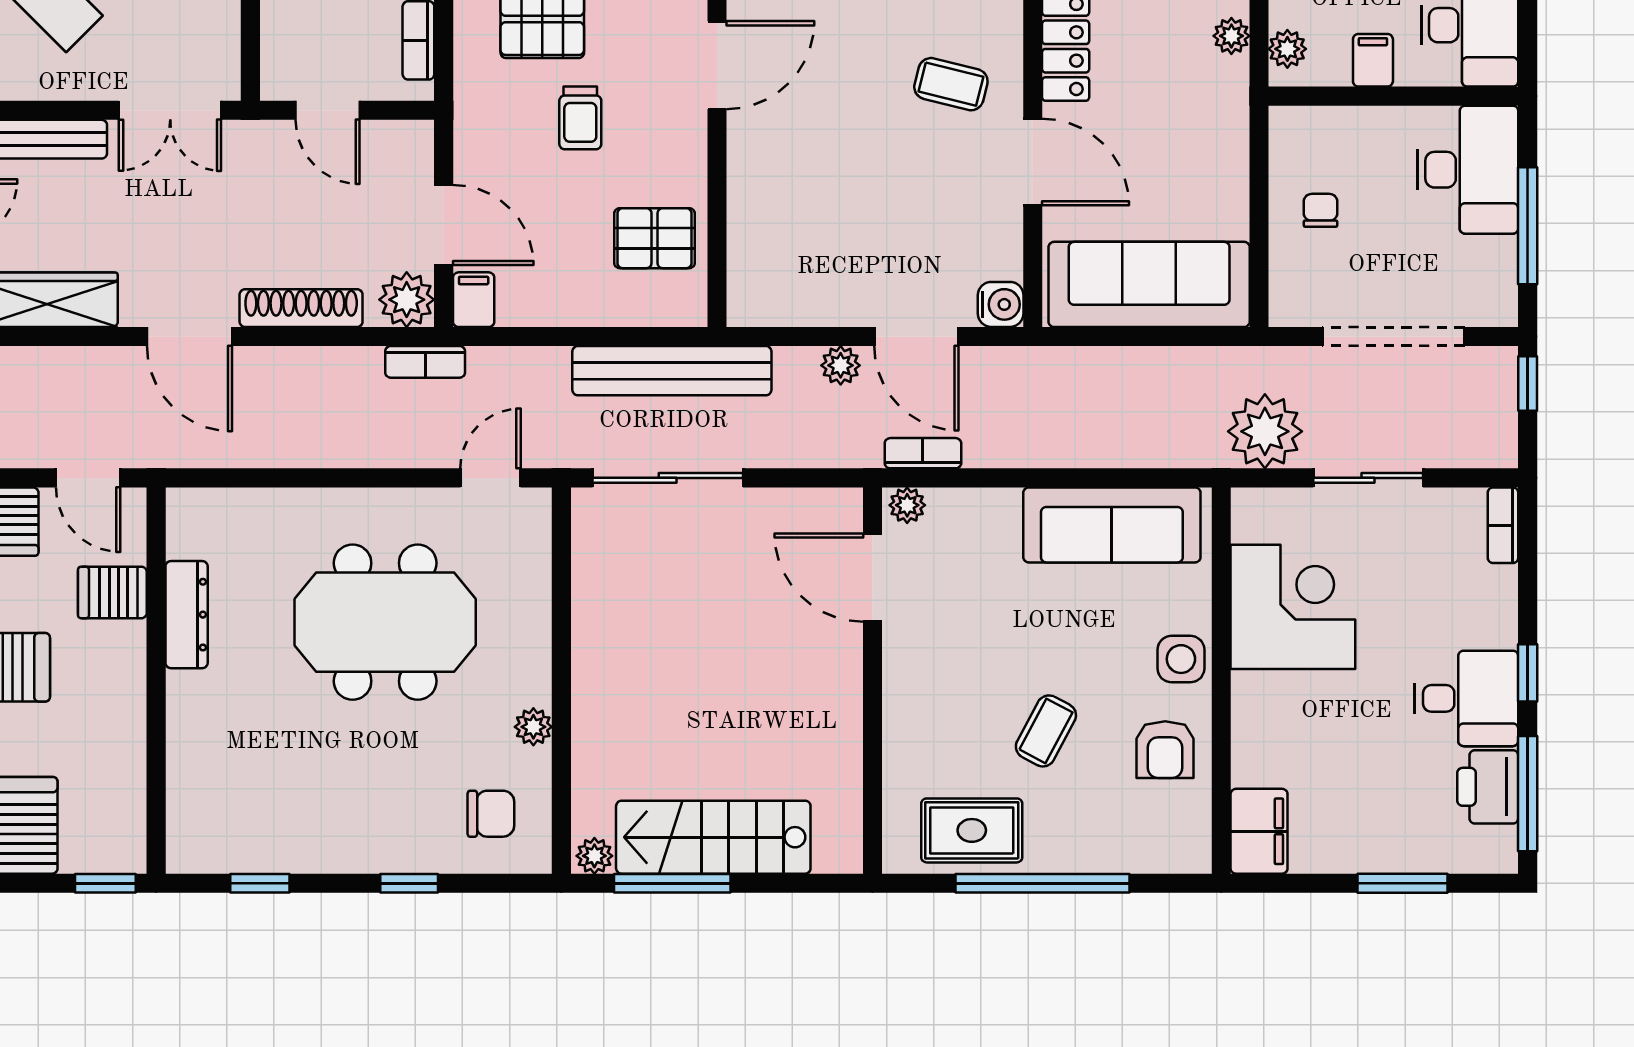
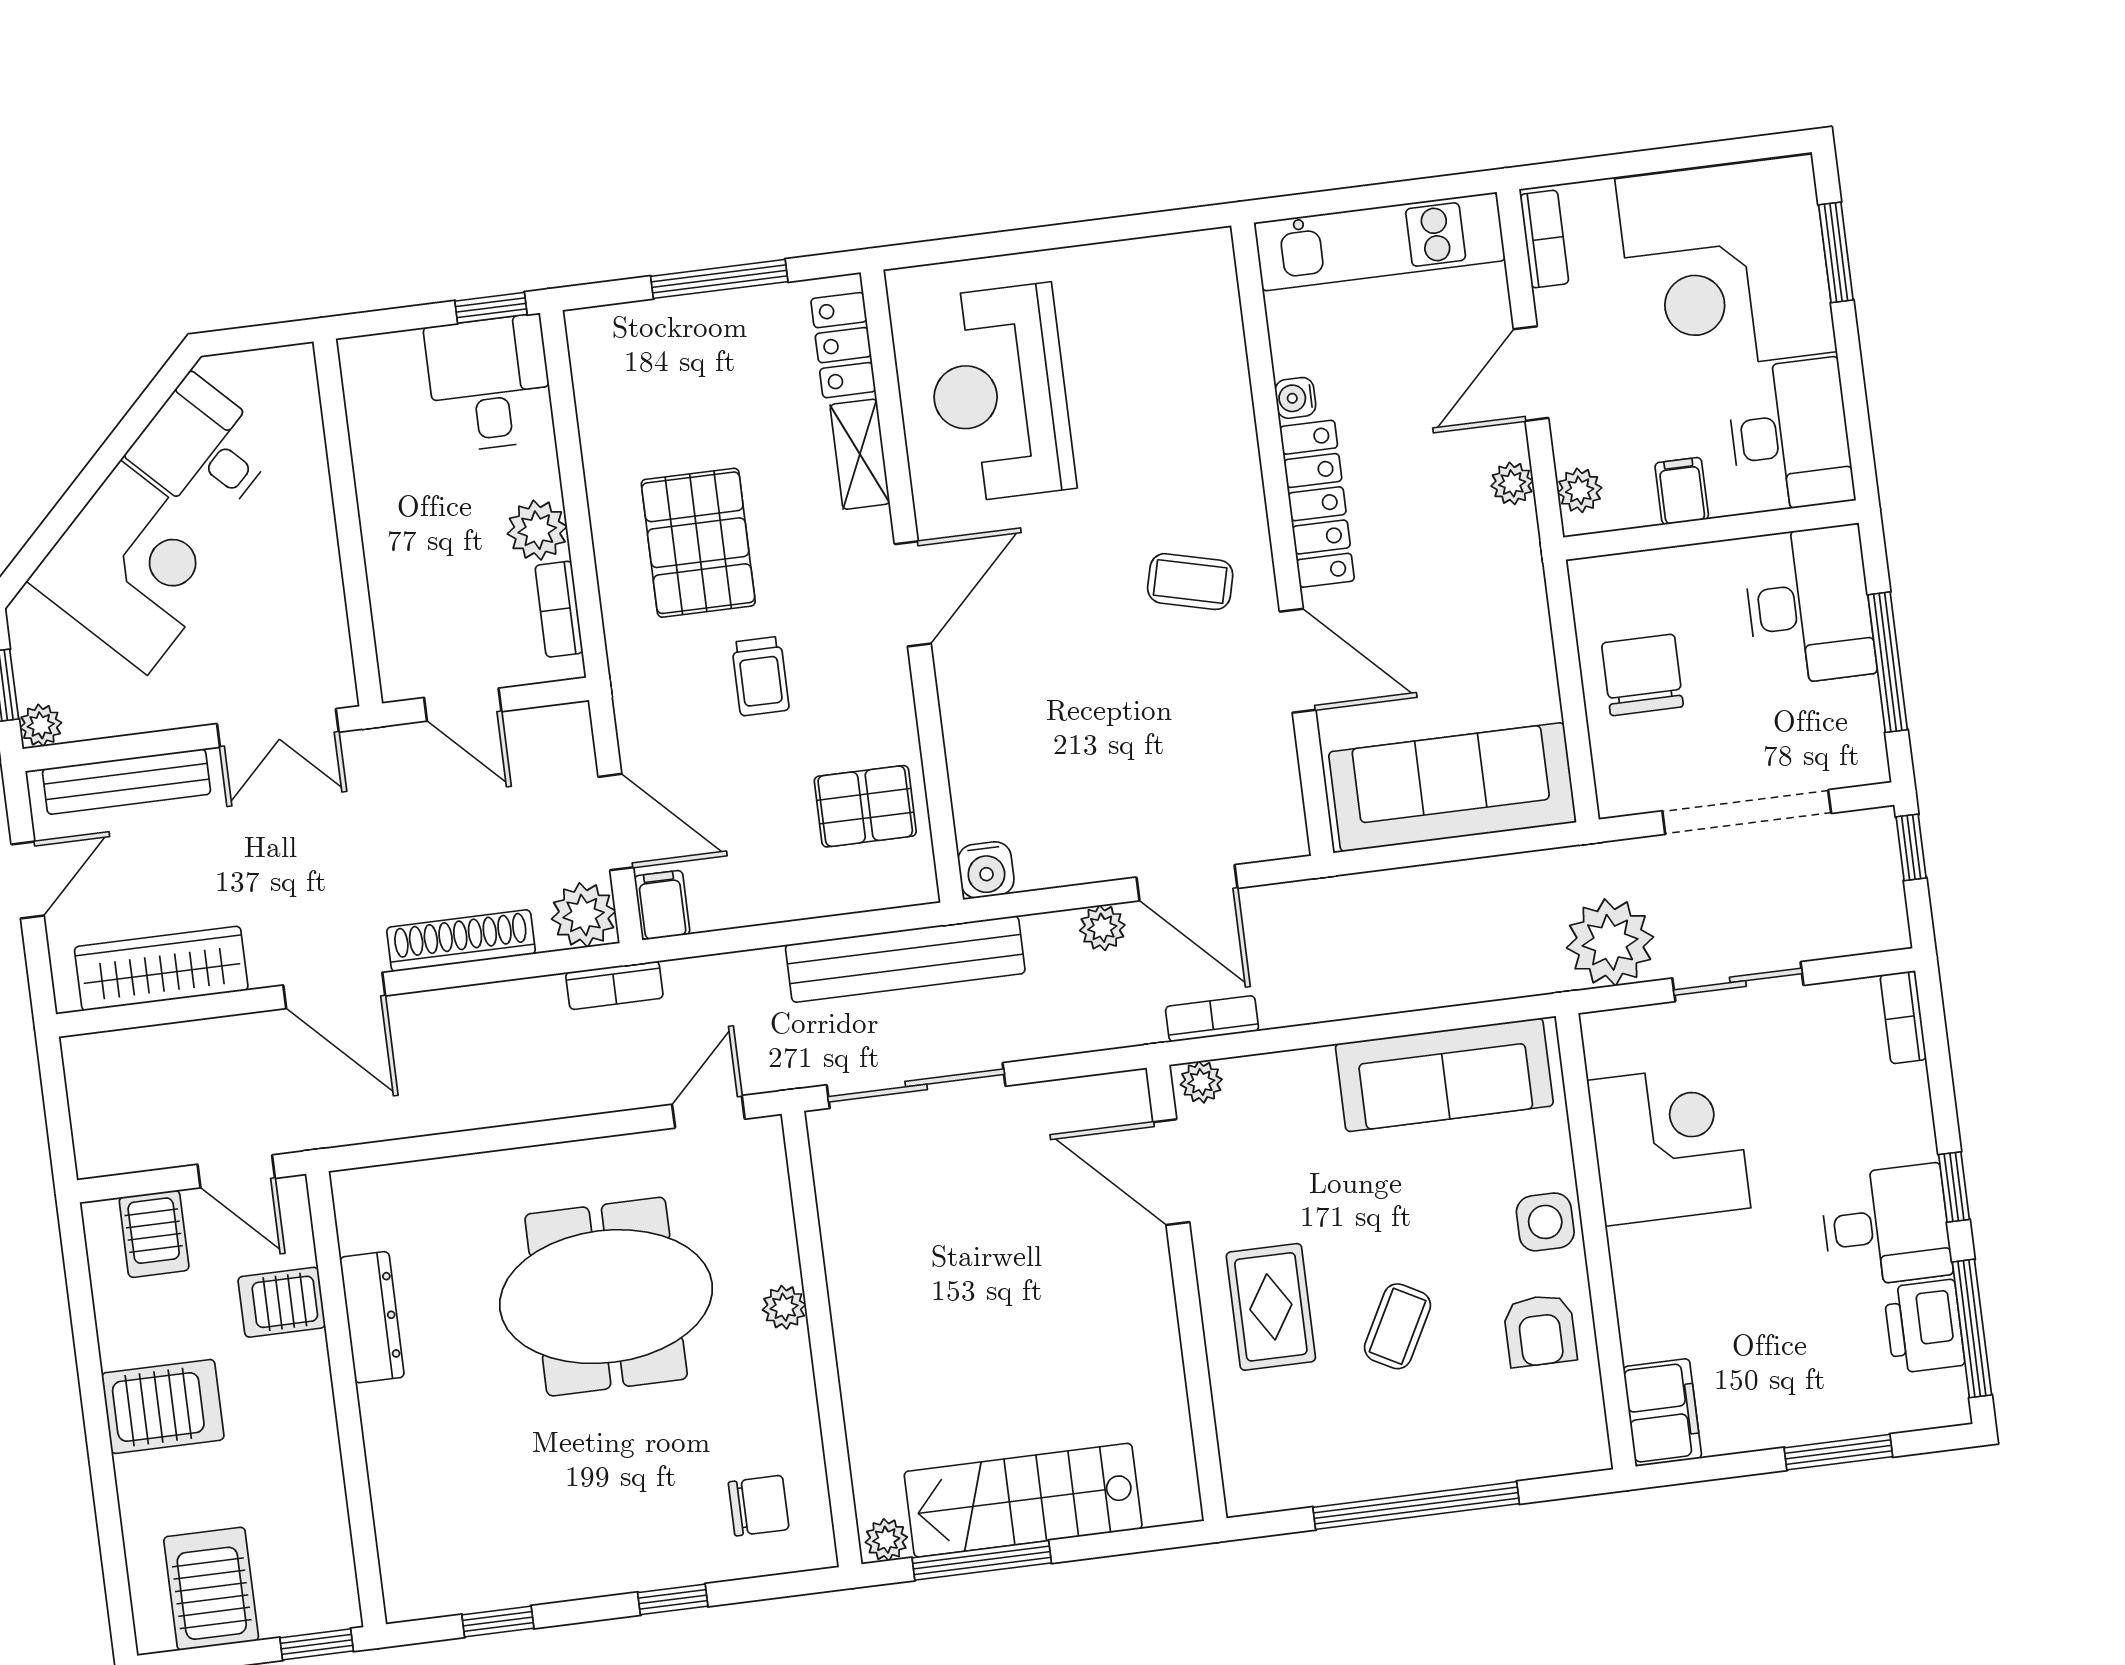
chair: (1321, 210) -> (1642, 675), width x1.87, depth x1.87
water cooler: (1001, 304) -> (986, 870), moved, turned 90
plant: (533, 727) -> (784, 1307), moved
rug: (972, 830) -> (1271, 1307), moved, turned 90

